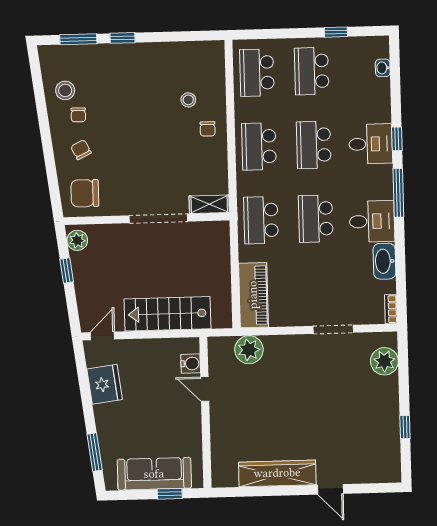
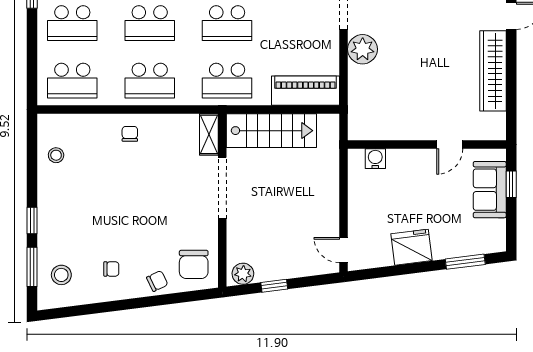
stool: (65, 90) -> (61, 275), moved
stool: (188, 100) -> (56, 155), moved
chair: (208, 129) -> (130, 134), turned -90
chair: (81, 150) -> (157, 281), moved, turned 180
stairs: (168, 314) -> (271, 131), moved, turned -90
plant: (249, 350) -> (363, 49), moved
fridge: (105, 384) -> (412, 247), moved
door: (205, 389) -> (450, 144), moved
sofa: (154, 474) -> (490, 190), width x0.73

